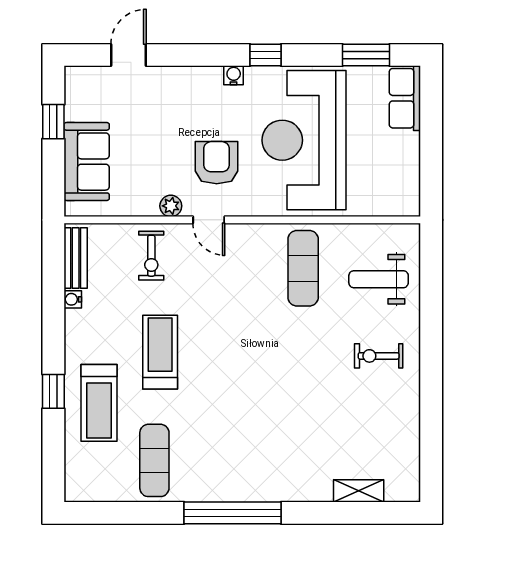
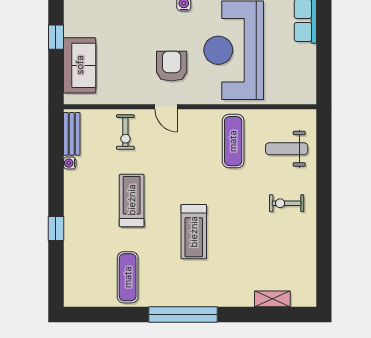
plant: (171, 206) -> (139, 97), removed
treadmill: (99, 403) -> (194, 232), moved

